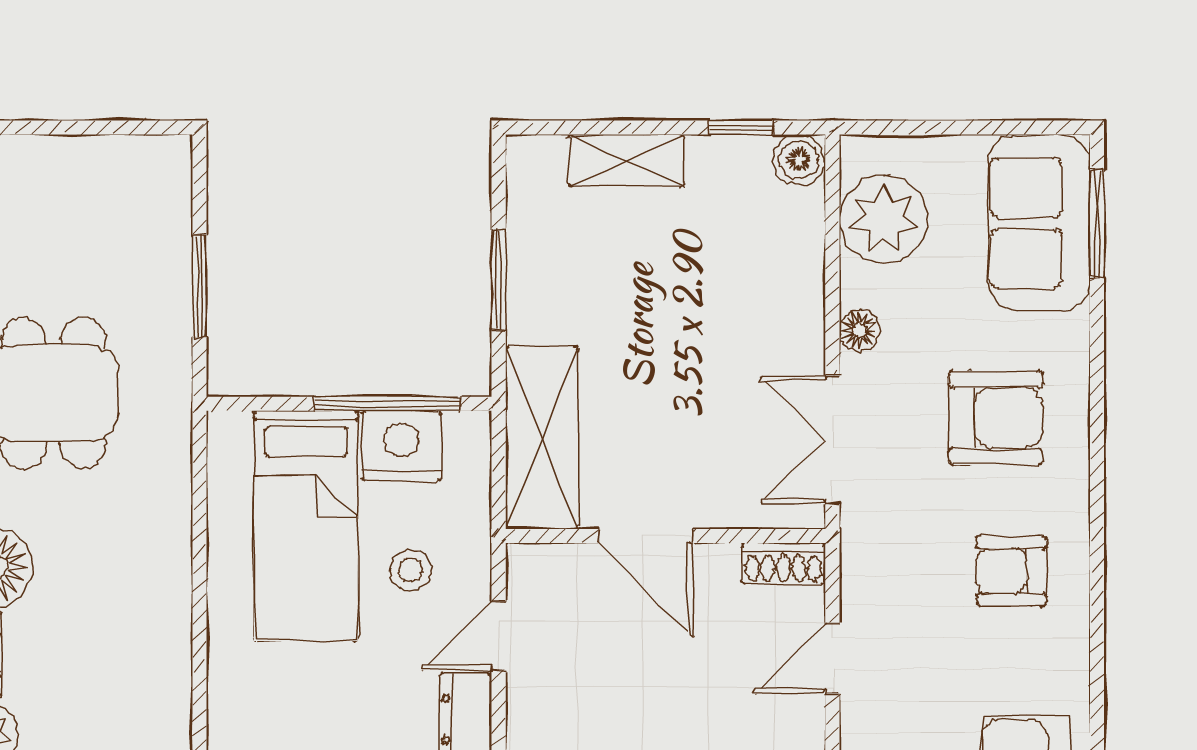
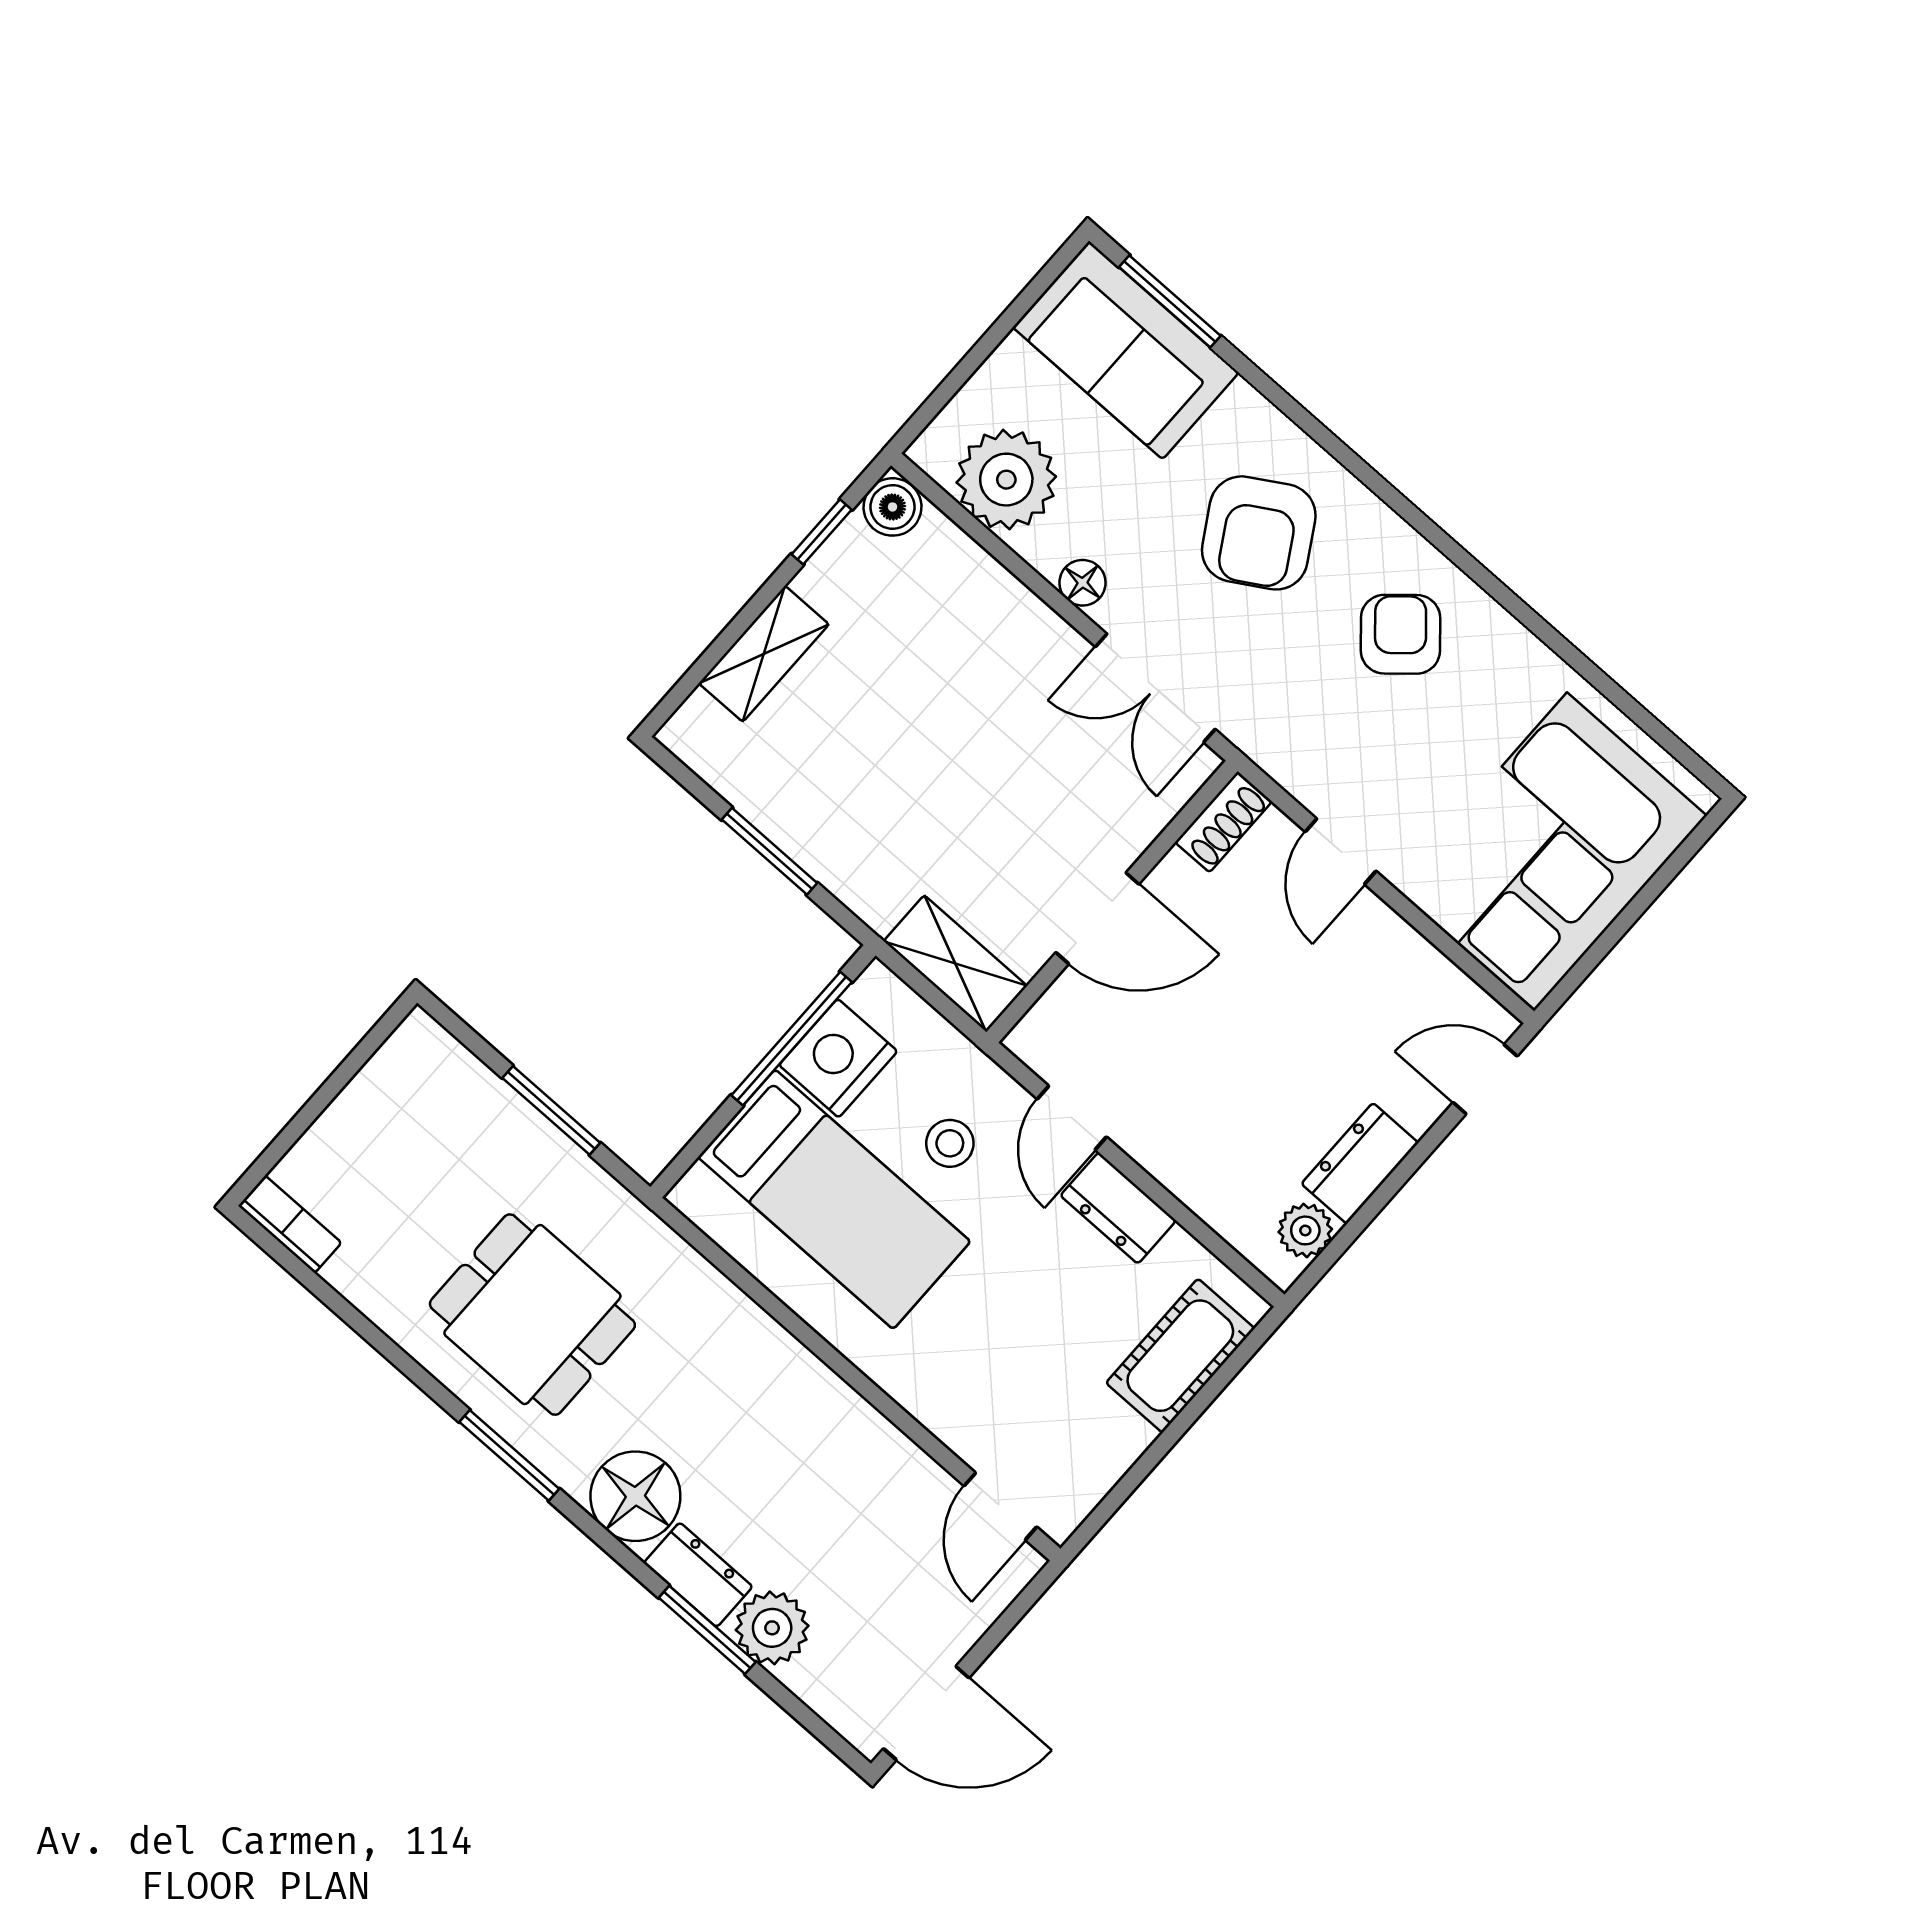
armchair: (996, 418) -> (1259, 533), turned 149
shelving: (542, 438) -> (955, 964), width x0.67, depth x0.75
armchair: (1011, 571) -> (1400, 634), turned 139

